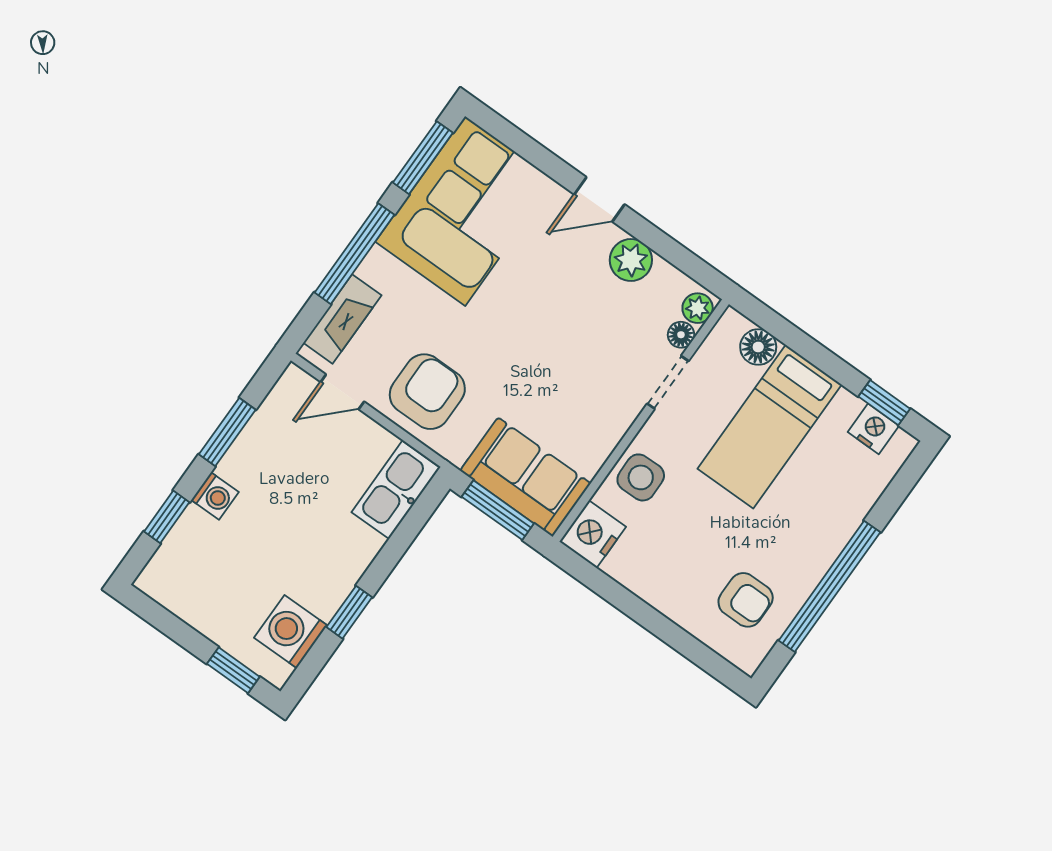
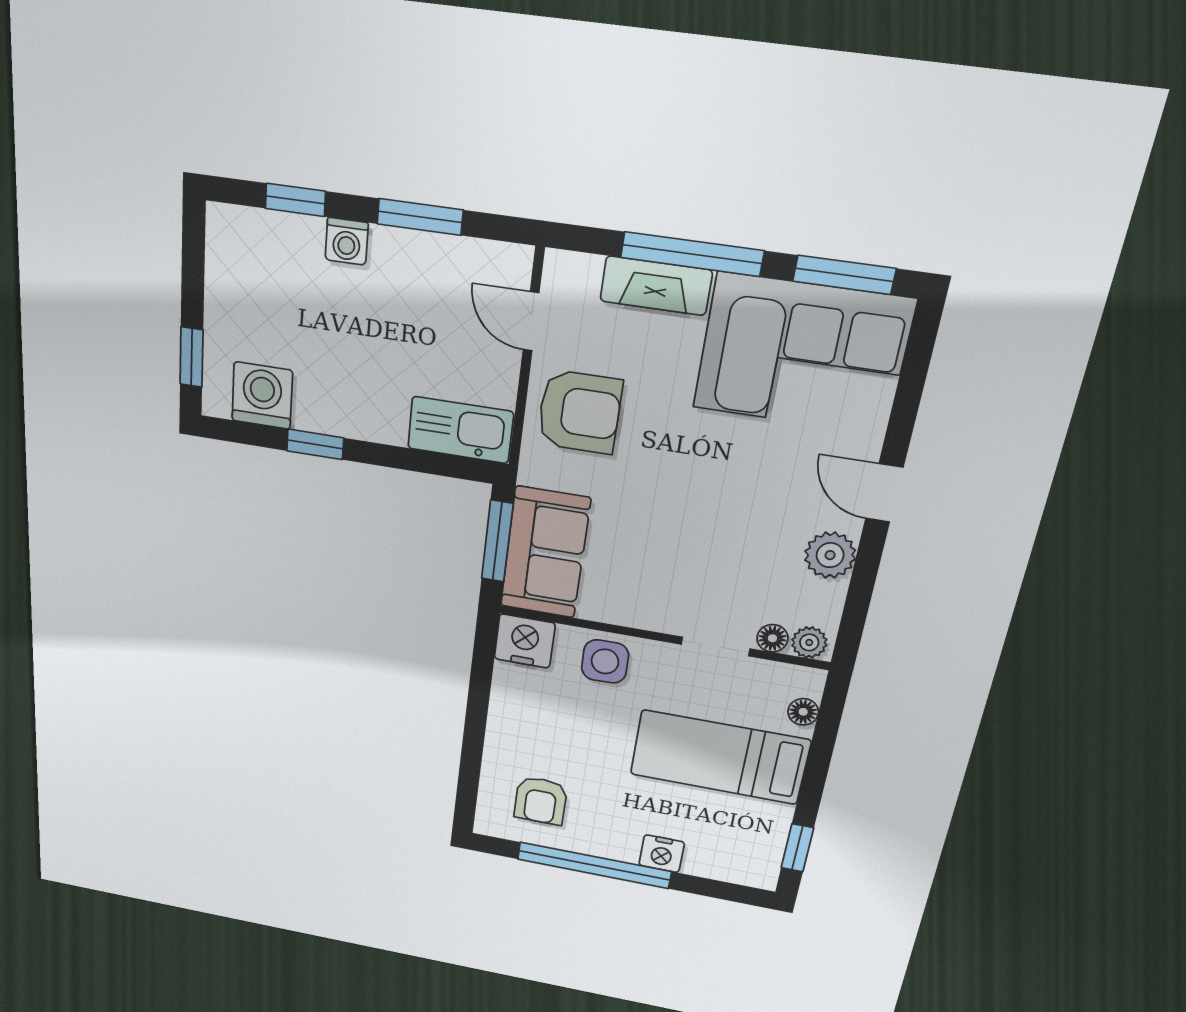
fireplace: (342, 319) -> (656, 286), moved
floor lamp: (758, 347) -> (803, 712), width x0.73, depth x0.73
nightstand: (873, 429) -> (662, 854), moved, turned 90

